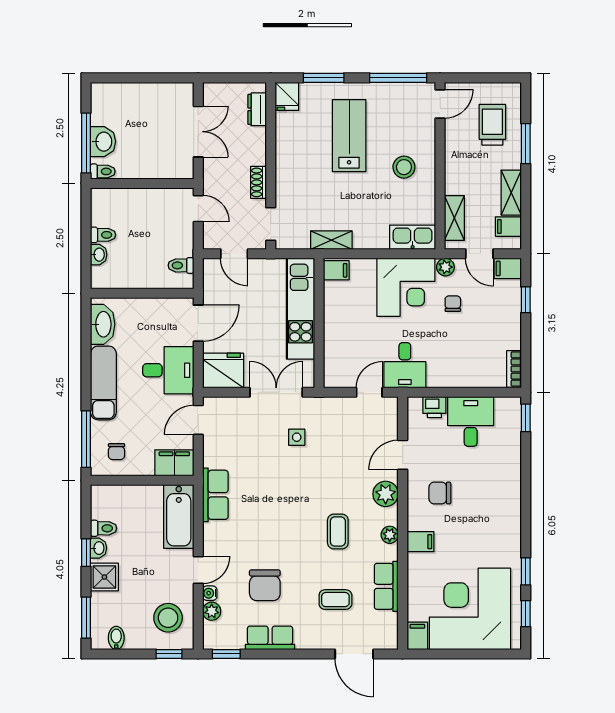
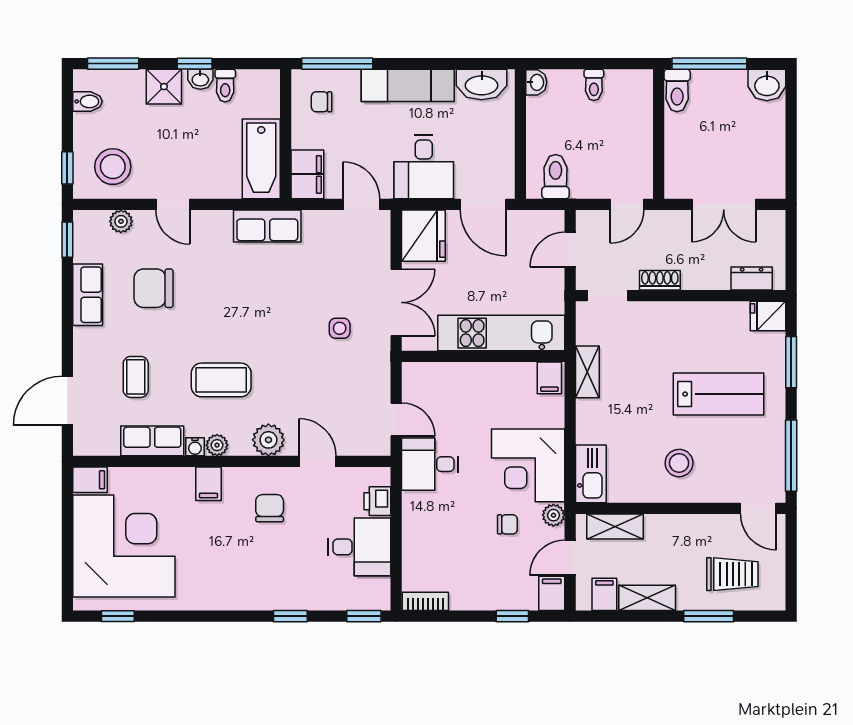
washbasin: (103, 142) -> (767, 85), moved
toilet: (103, 171) -> (677, 91), width x1.37, depth x1.39
washbasin: (99, 255) -> (536, 82), moved, turned -90
toilet: (181, 265) -> (556, 177), width x1.37, depth x1.39
bathtub: (179, 517) -> (261, 159), moved, turned -90
coffee table: (338, 531) -> (221, 380), width x1.36, depth x1.30
window: (526, 571) -> (290, 616), moved
water cooler: (210, 593) -> (195, 447), moved, turned 180

